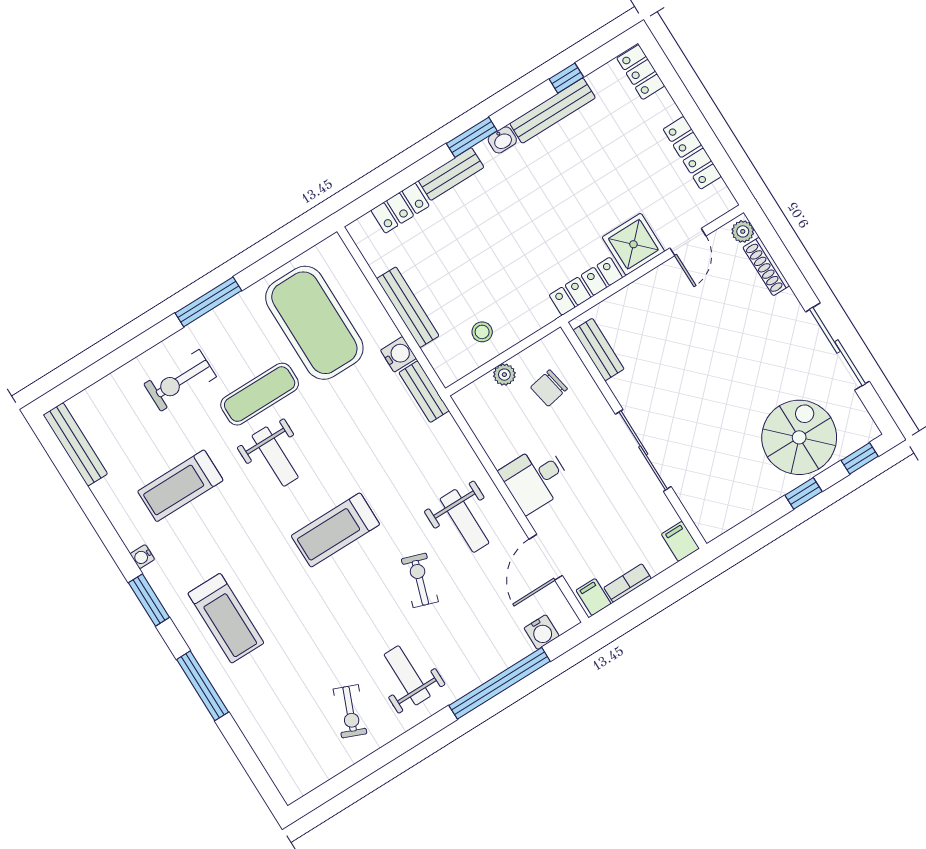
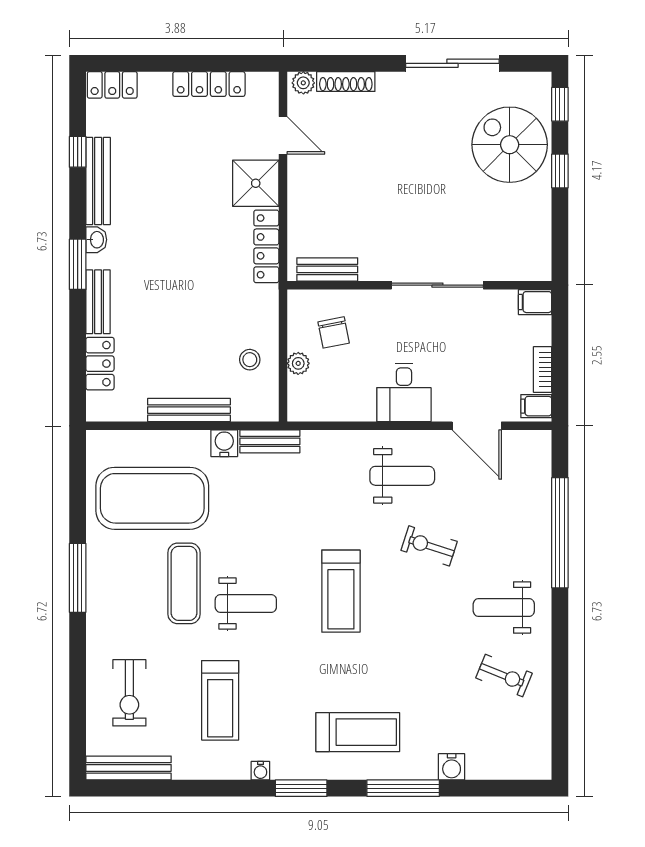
exercise bike: (180, 380) -> (129, 693), moved
water cooler: (542, 632) -> (452, 767), moved, turned 90

